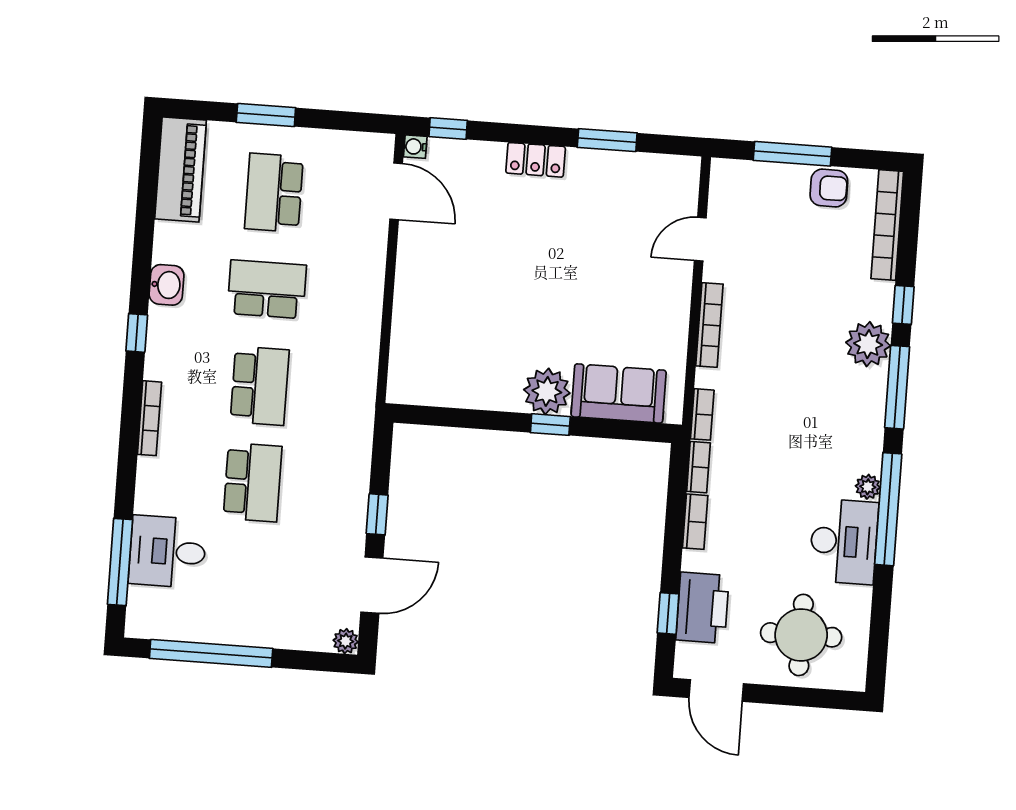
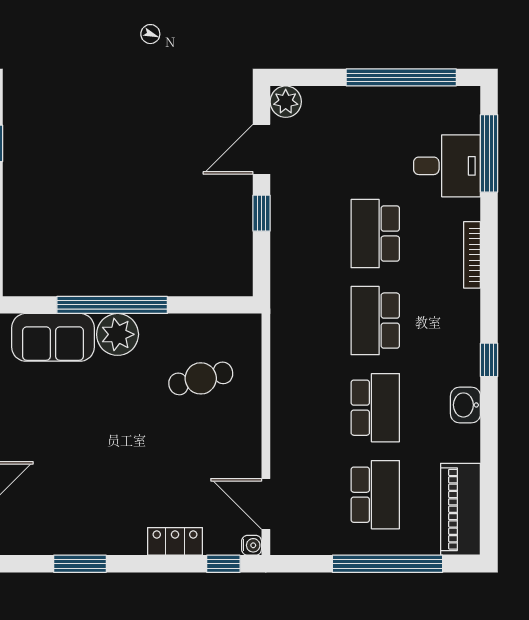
window: (266, 115) -> (387, 564), width x2.11
locker: (536, 160) -> (175, 541), moved
school desk: (267, 289) -> (375, 408), turned -90
cafe table: (458, 336) -> (201, 378), added
bookcase: (149, 418) -> (472, 255), moved
window: (550, 425) -> (112, 305), width x3.17
plant: (346, 641) -> (286, 102), width x1.38, depth x1.38

